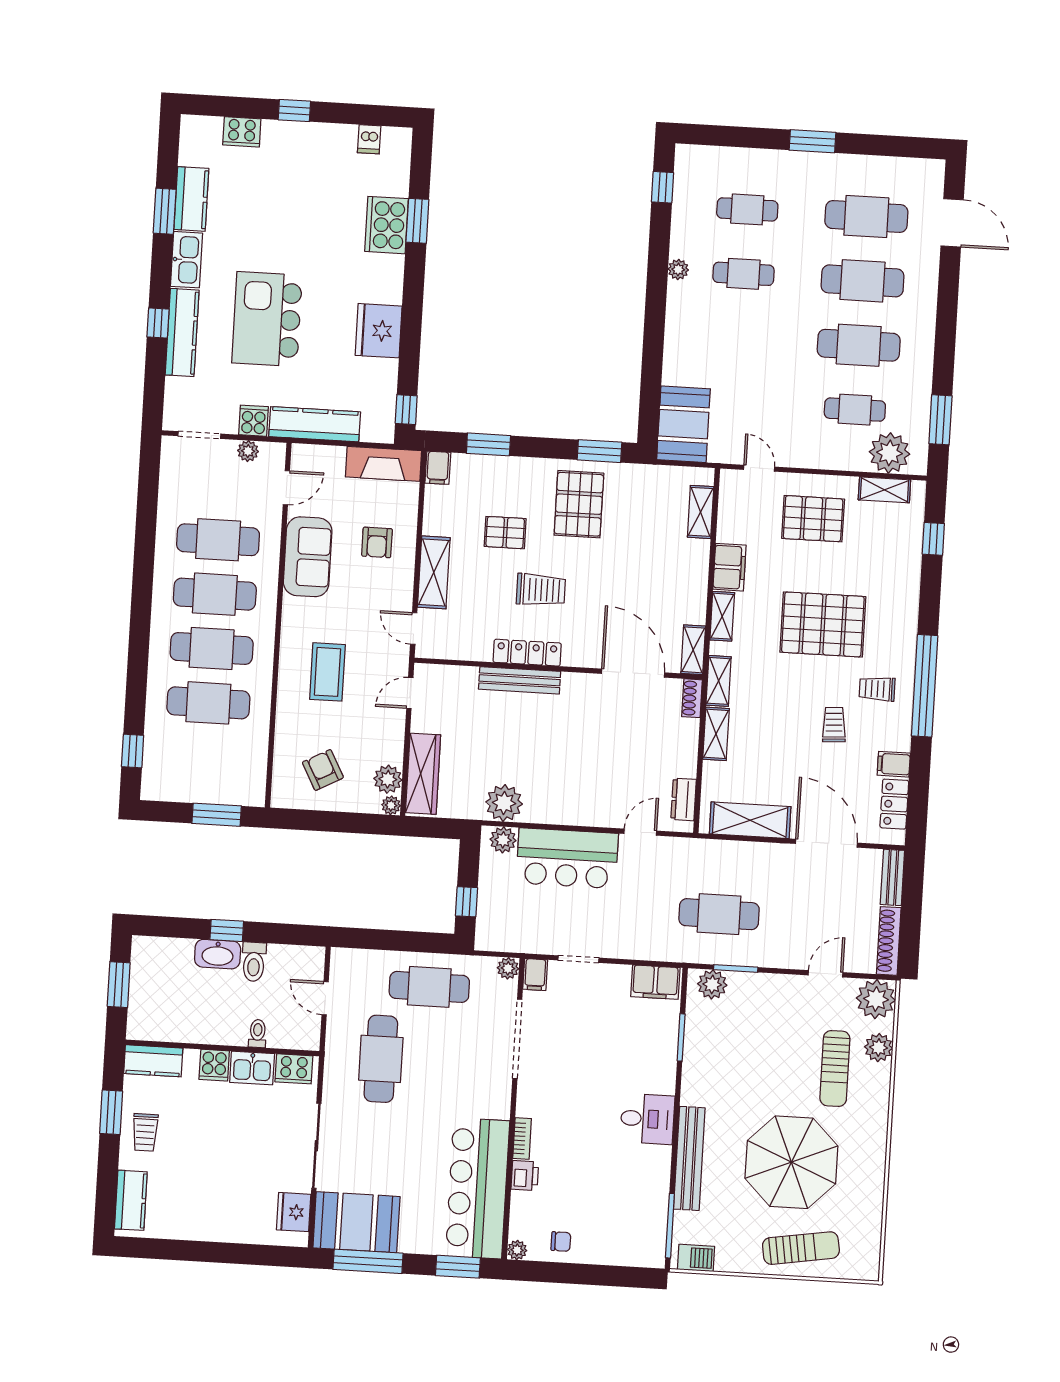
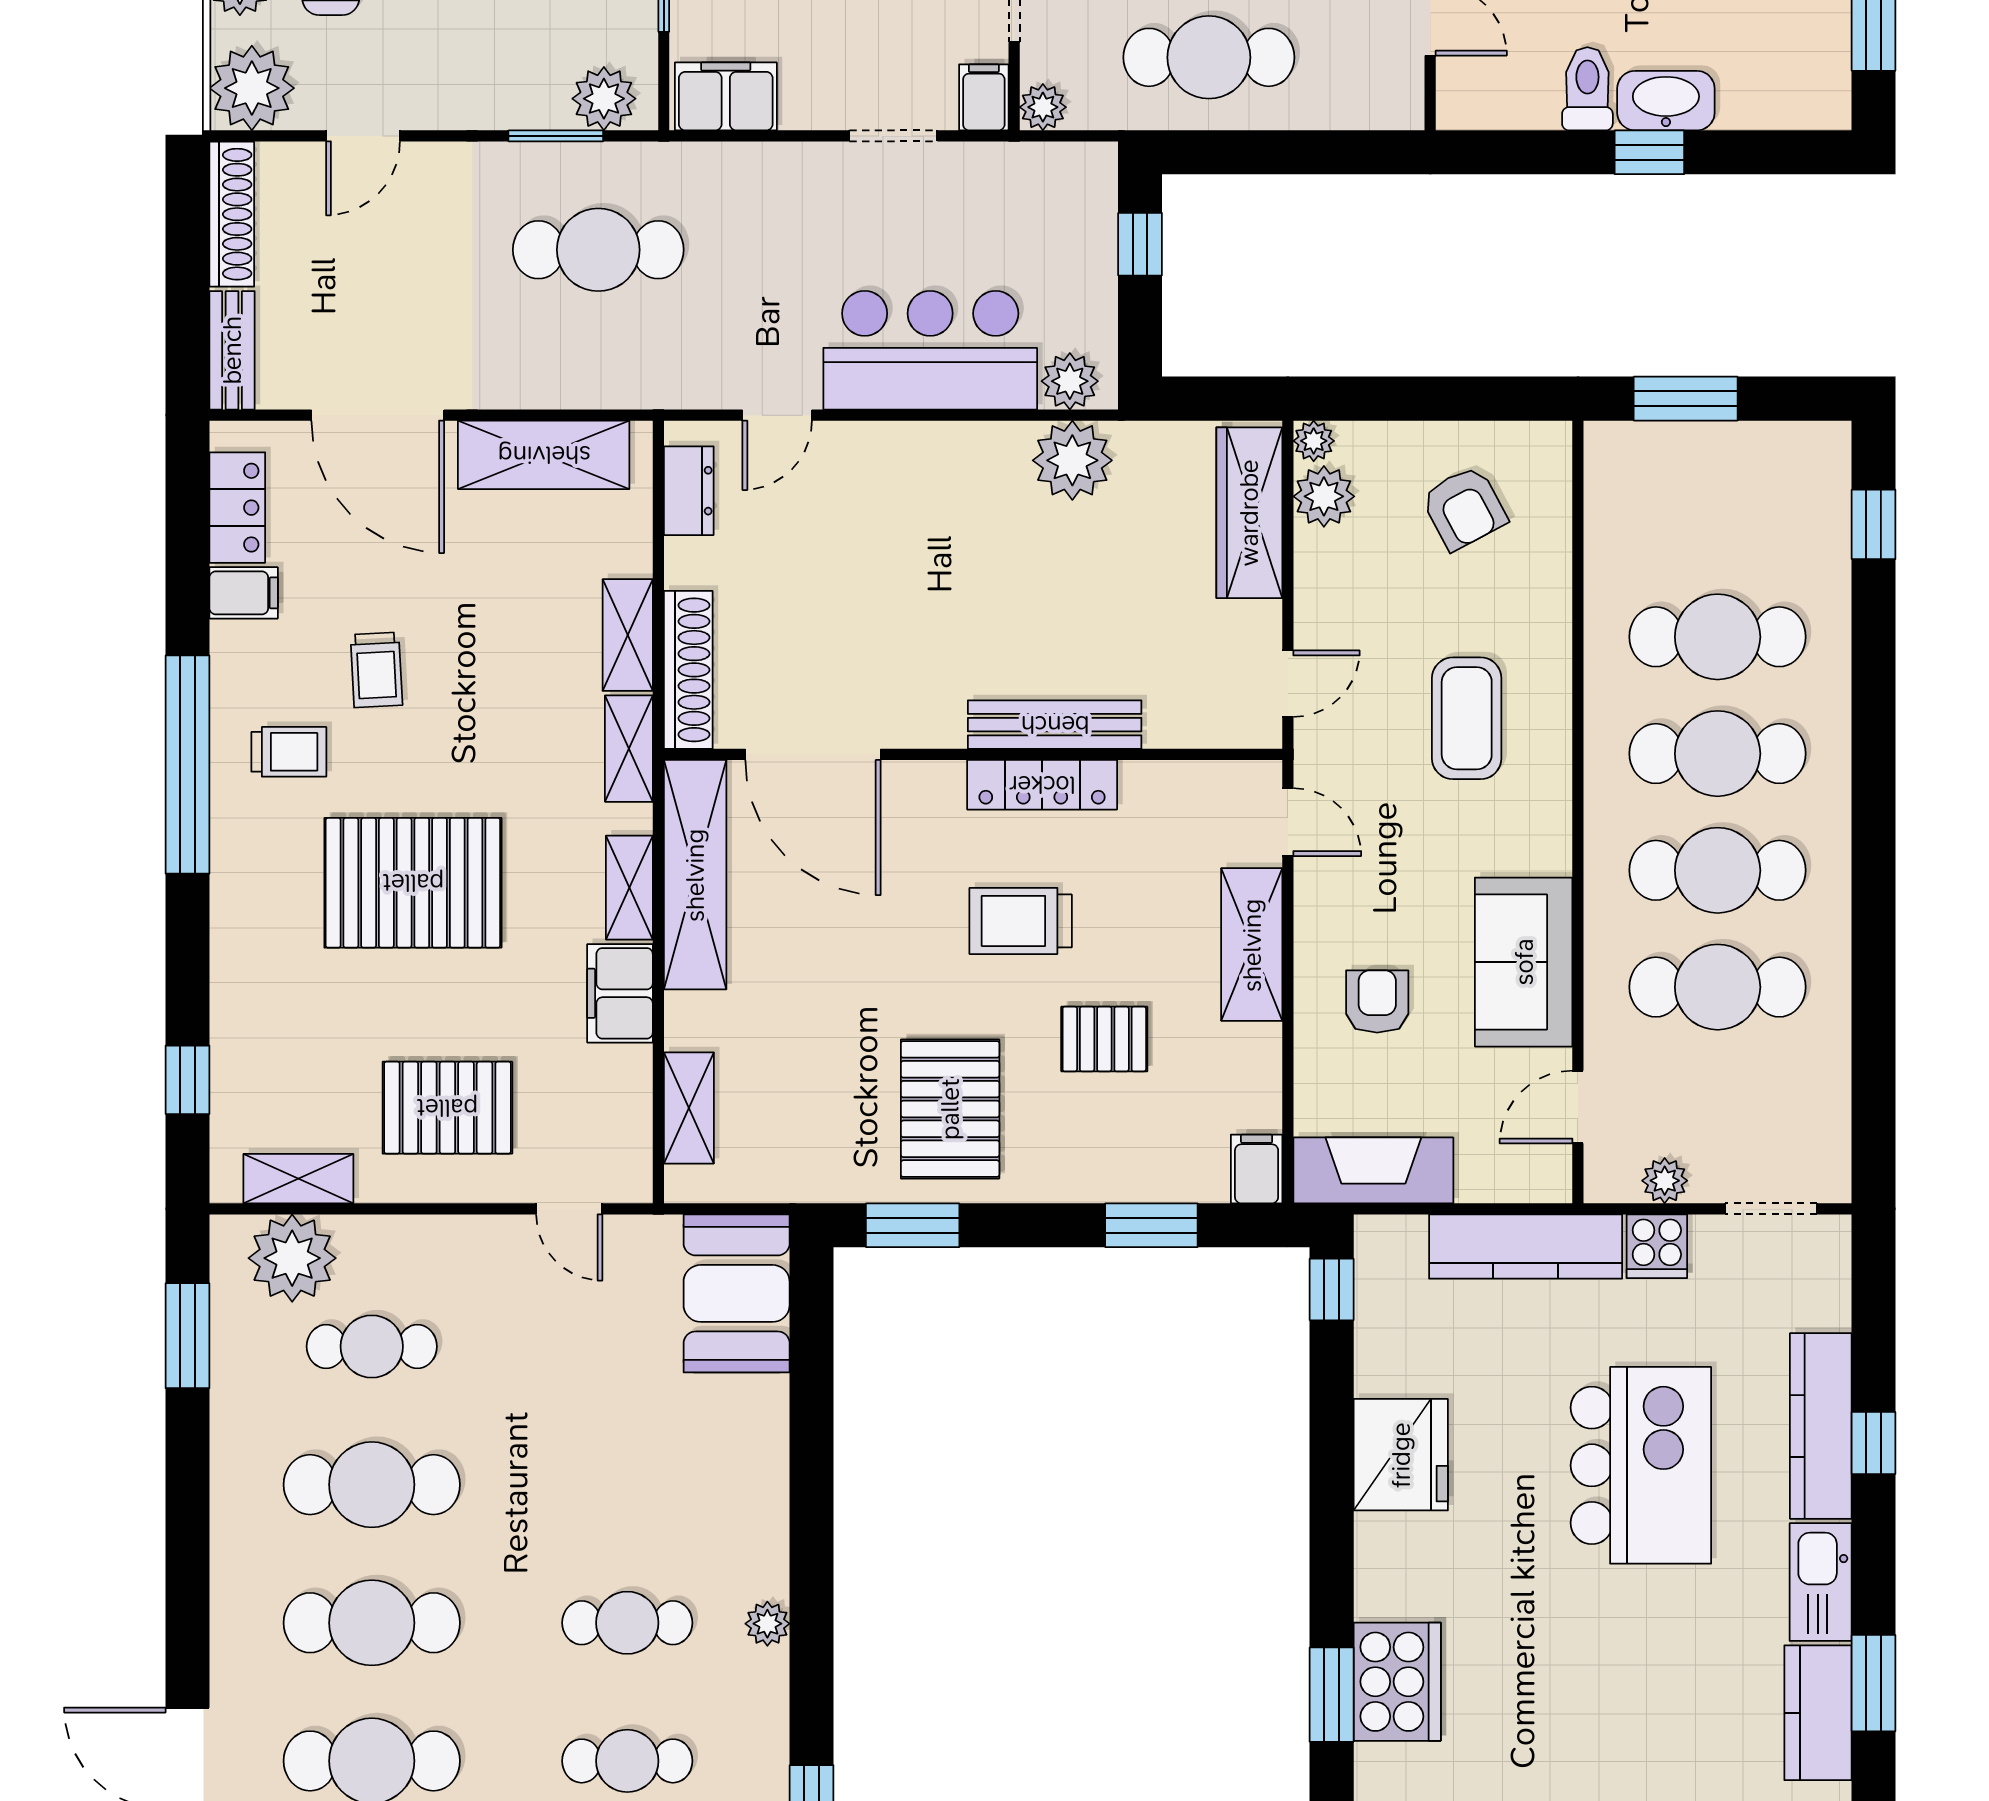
shelving: (693, 650) -> (695, 875), width x2.20, depth x1.33
shoe rack: (692, 698) -> (688, 670), width x1.94, depth x1.24

